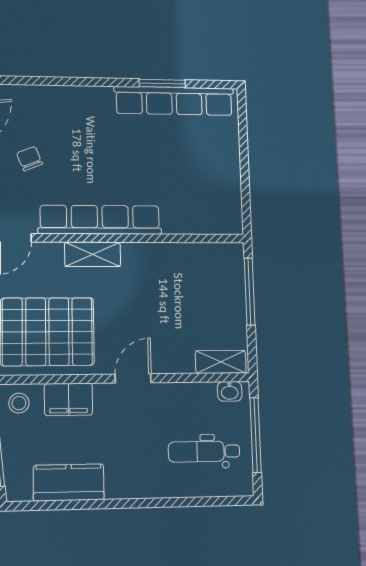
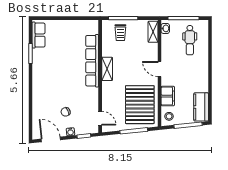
row of seats: (174, 101) -> (39, 35), width x0.50
row of seats: (100, 220) -> (92, 61), moved
shelving: (93, 254) -> (107, 69), moved
trolley: (216, 285) -> (120, 33), added
kitchen counter: (69, 482) -> (201, 107), moved

